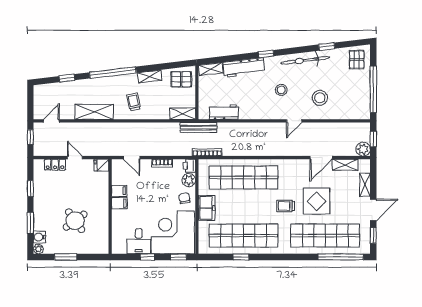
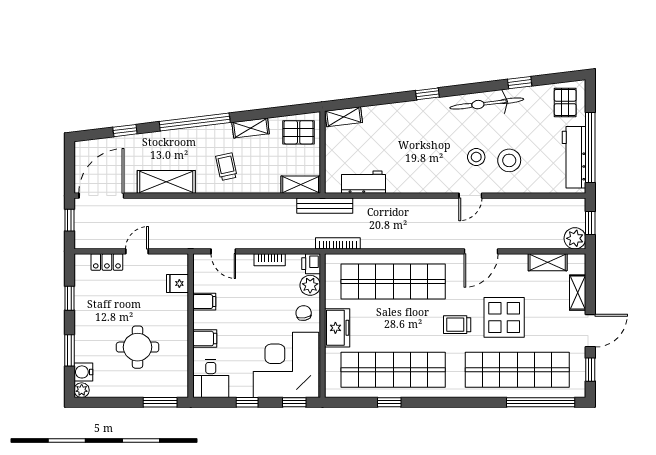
workbench: (244, 67) -> (574, 157), moved, turned 97
stool: (281, 90) -> (476, 157), moved
door: (51, 121) -> (101, 196), width x1.88
door: (75, 158) -> (137, 251), hinge flipped
door: (321, 158) -> (481, 251), moved
fridge: (101, 165) -> (178, 283), moved
filing cabinet: (119, 203) -> (205, 339), moved
round table: (75, 221) -> (138, 347), turned 36
desk: (139, 241) -> (211, 378), moved
window: (66, 257) -> (160, 402), moved

